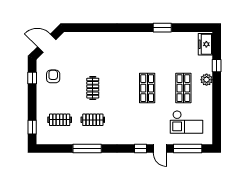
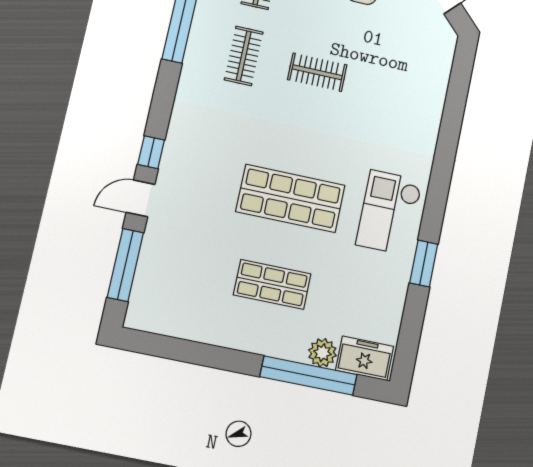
window: (217, 66) -> (308, 376), width x3.17
plant: (207, 80) -> (322, 353), moved
shop shelf: (147, 88) -> (290, 198), width x1.43, depth x1.36
checkout: (186, 122) -> (389, 213), moved

